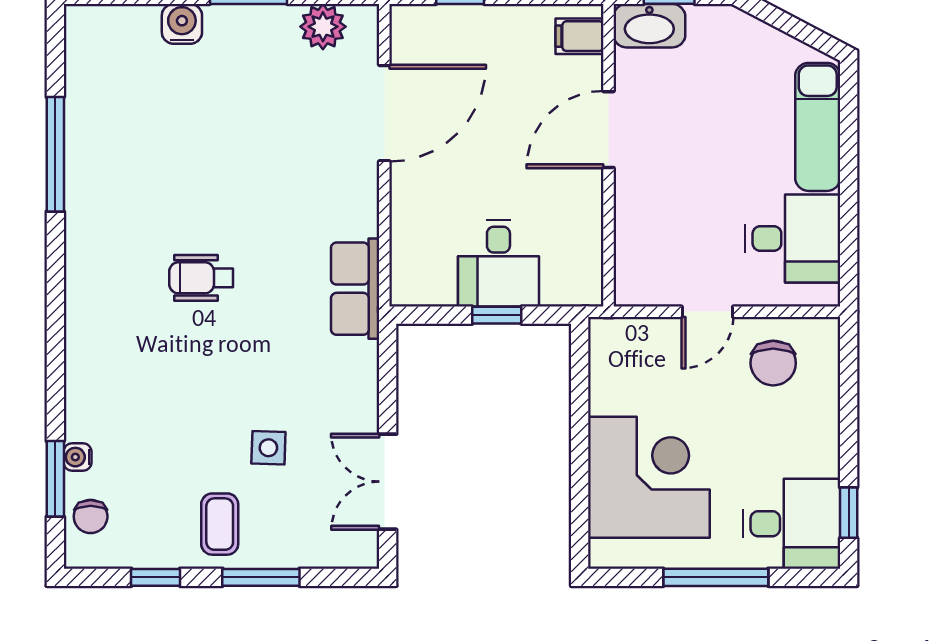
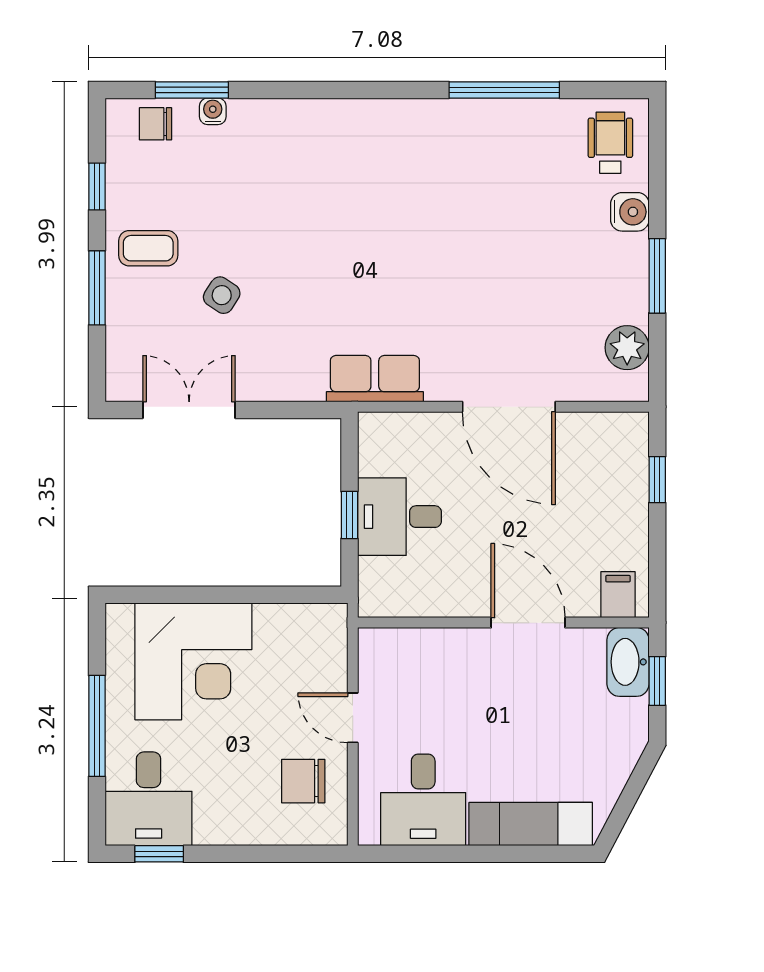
door: (384, 113) -> (509, 407), moved
wheelchair: (201, 278) -> (610, 143), moved
side table: (268, 448) -> (222, 295), turned 31

